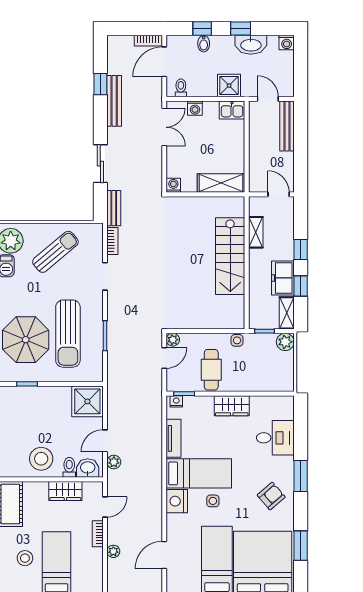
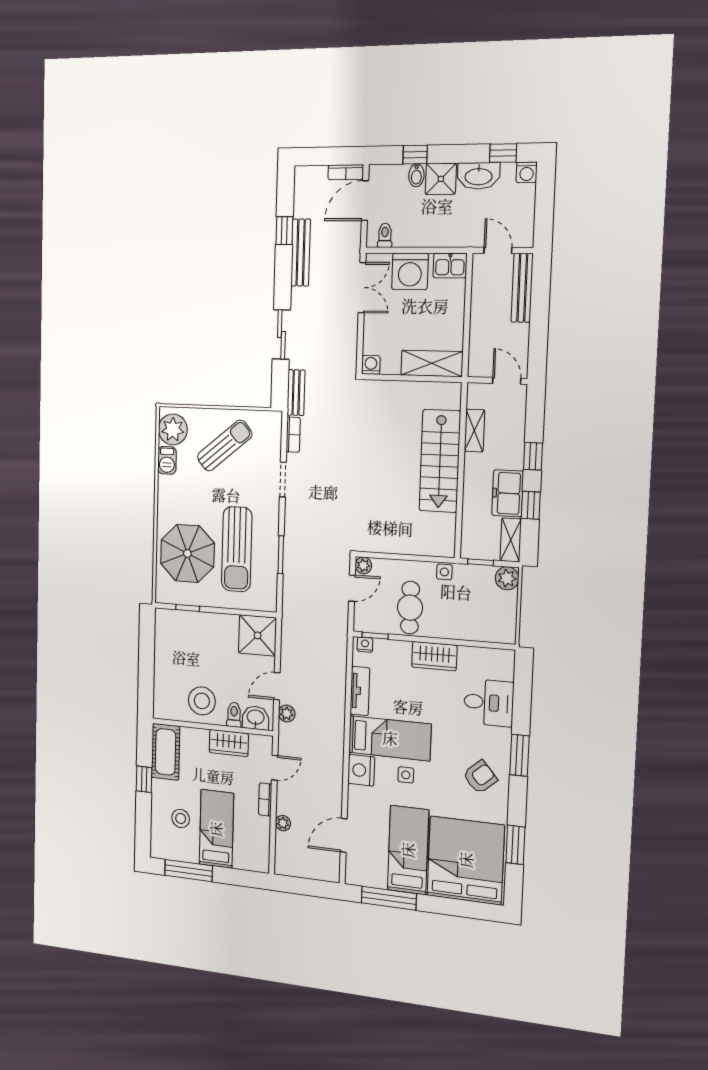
window: (241, 28) -> (503, 153), moved
shower: (229, 86) -> (441, 179), moved
washing machine: (195, 108) -> (410, 271), width x1.89, depth x1.89

